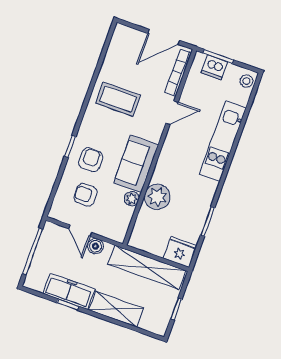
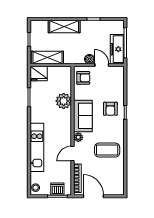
door: (164, 37) -> (93, 196), hinge flipped
armchair: (86, 195) -> (83, 78), moved
plant: (132, 199) -> (78, 137), moved
shelving: (147, 267) -> (47, 58), width x0.68
freezer: (69, 291) -> (117, 49), moved, turned 90

